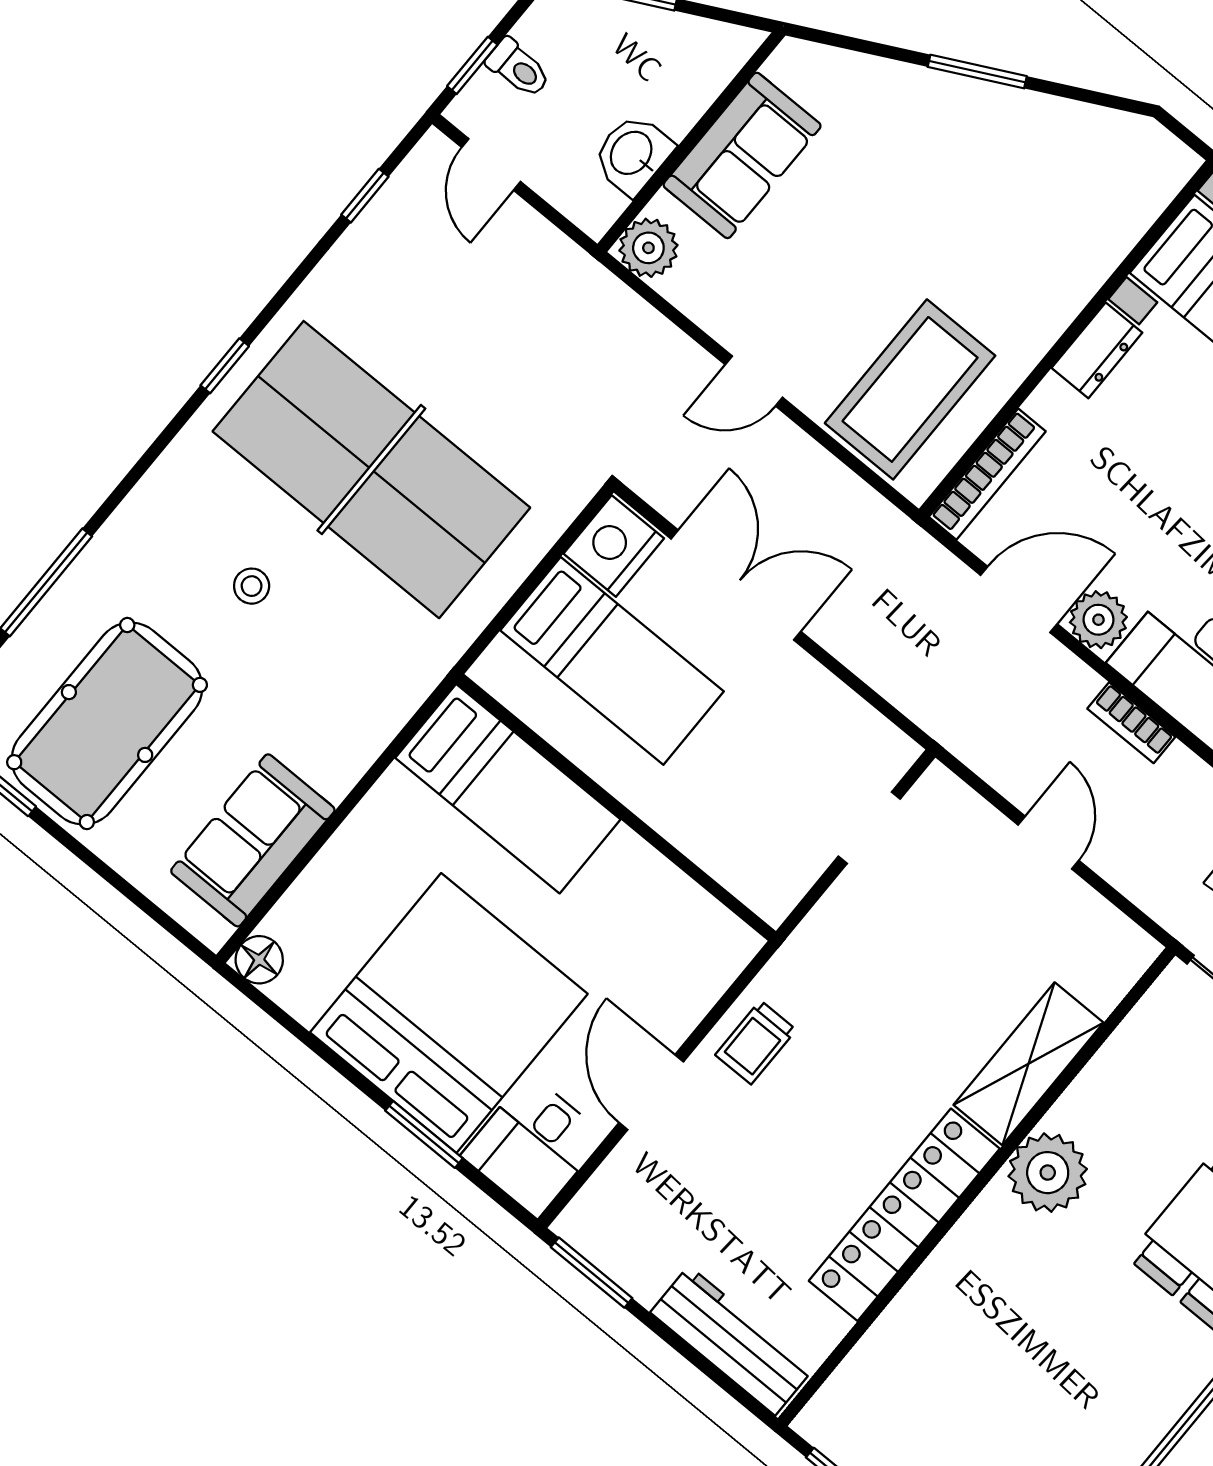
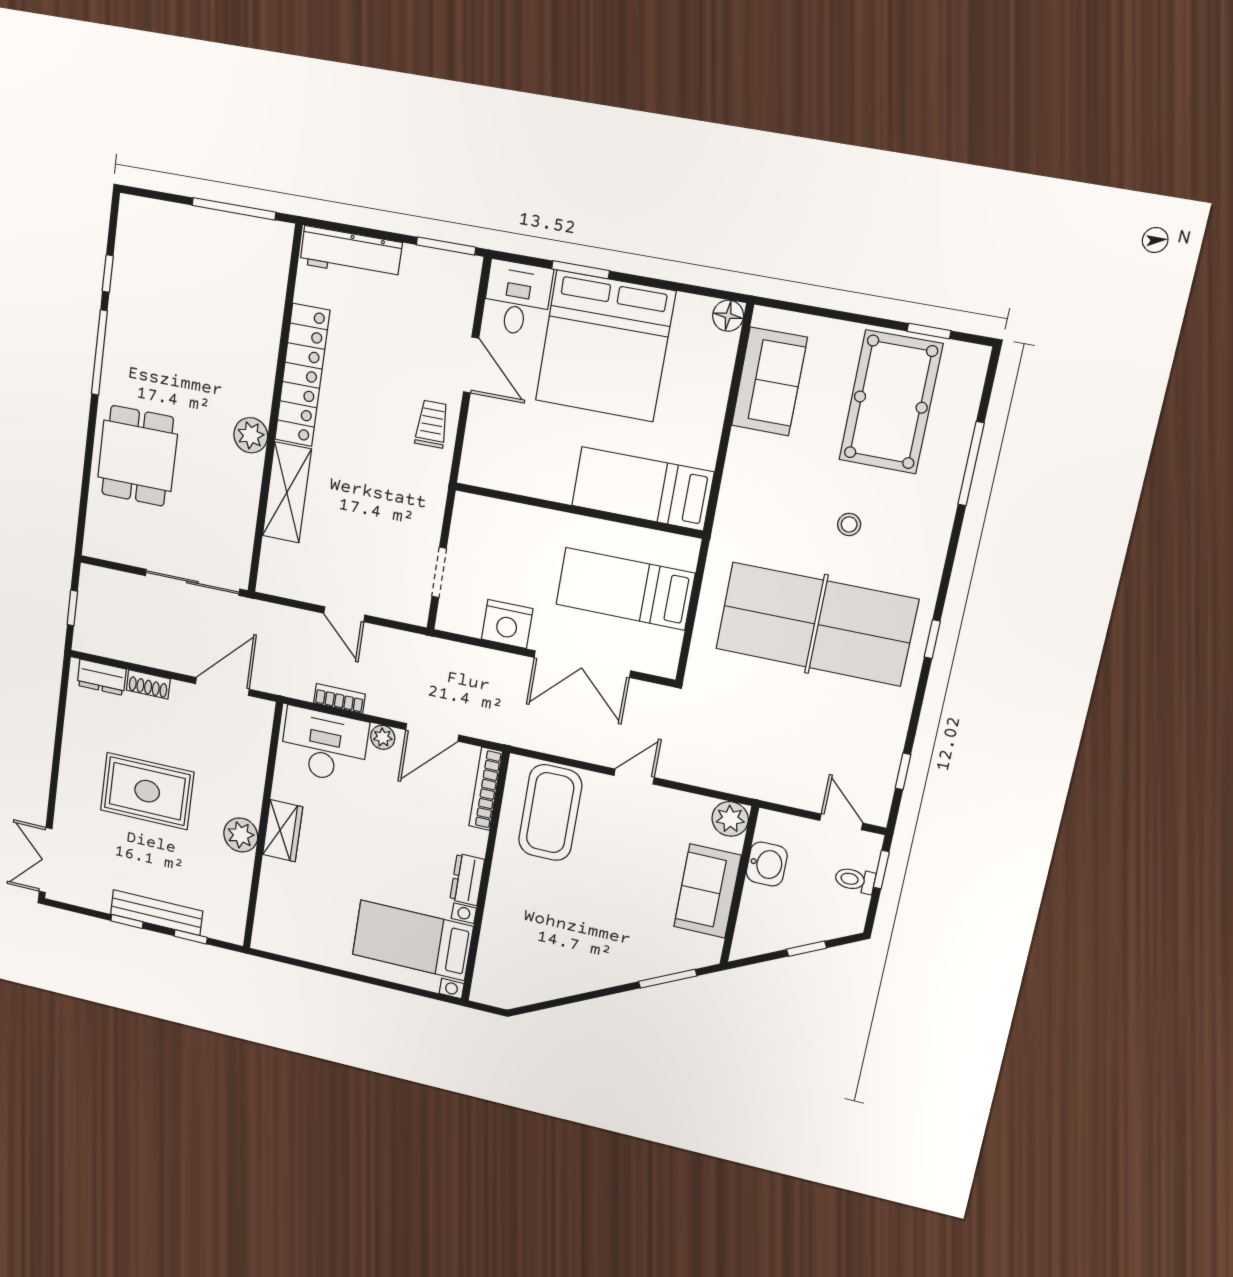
window: (977, 72) -> (668, 979), moved
nightstand: (614, 546) -> (507, 624), moved, turned 90
plant: (1098, 620) -> (383, 737), width x0.73, depth x0.73
plant: (1048, 1173) -> (251, 435), width x0.73, depth x0.73

